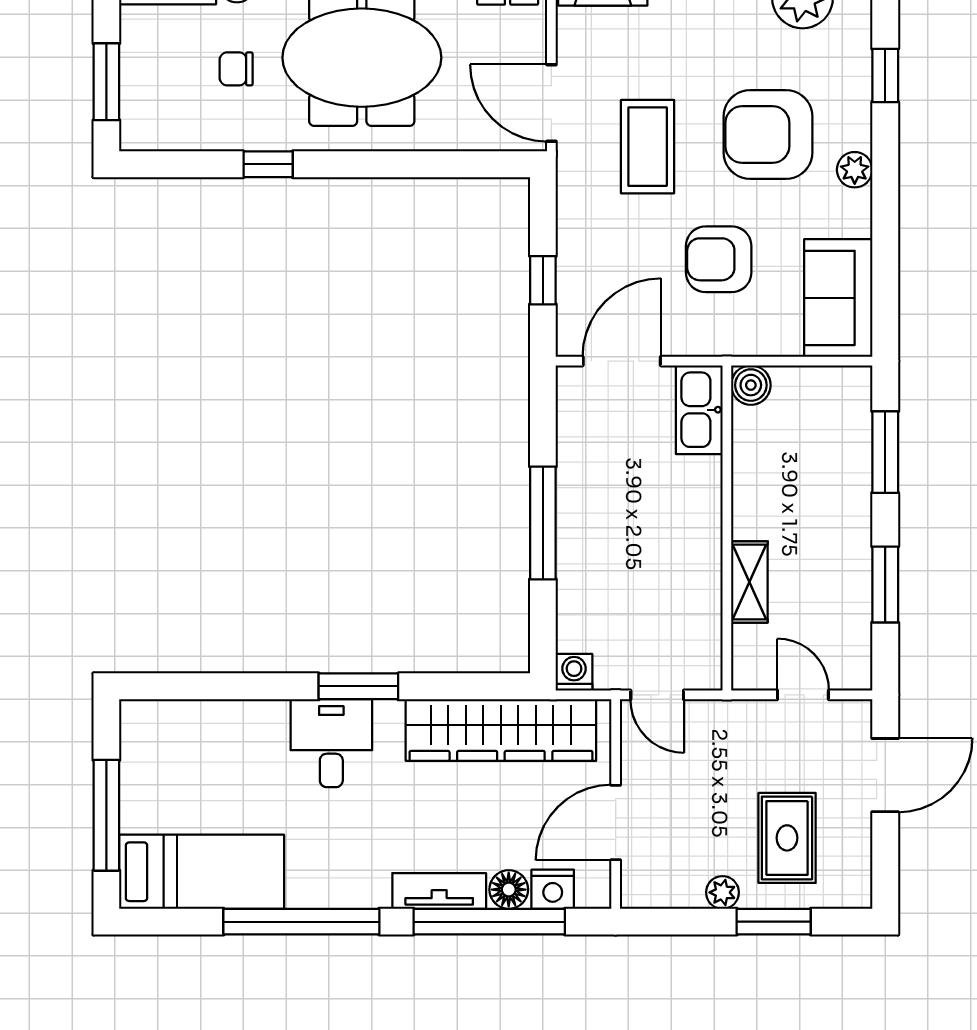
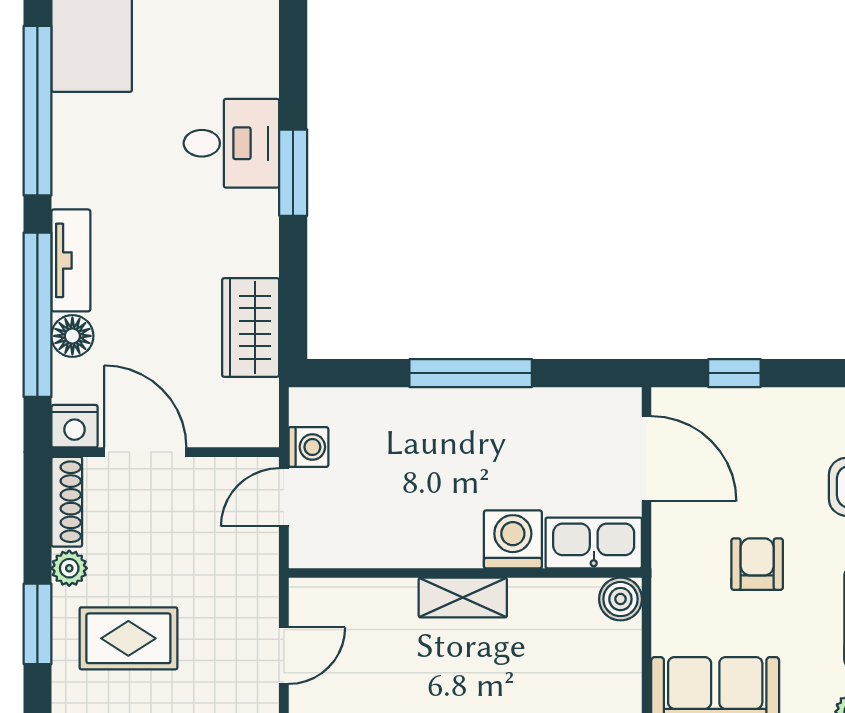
armchair: (719, 259) -> (757, 564), width x0.72, depth x0.72
washing machine: (696, 484) -> (513, 539), added
shelving: (749, 582) -> (463, 597), moved
washing machine: (574, 672) -> (308, 447), moved
wardrobe: (501, 730) -> (251, 327), width x0.48, depth x0.85
nightstand: (553, 889) -> (75, 426), moved, turned -90
shoe rack: (661, 895) -> (67, 502), added

